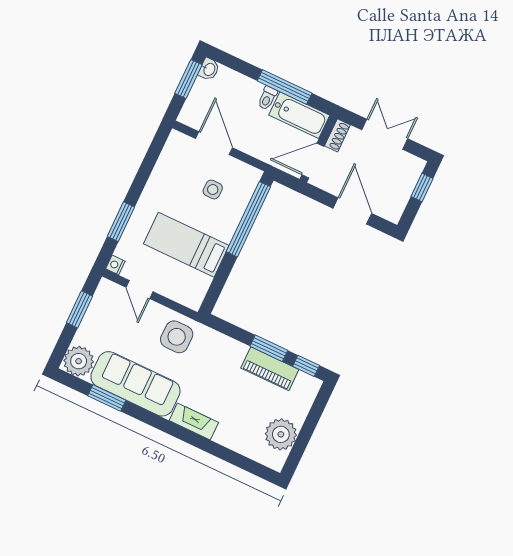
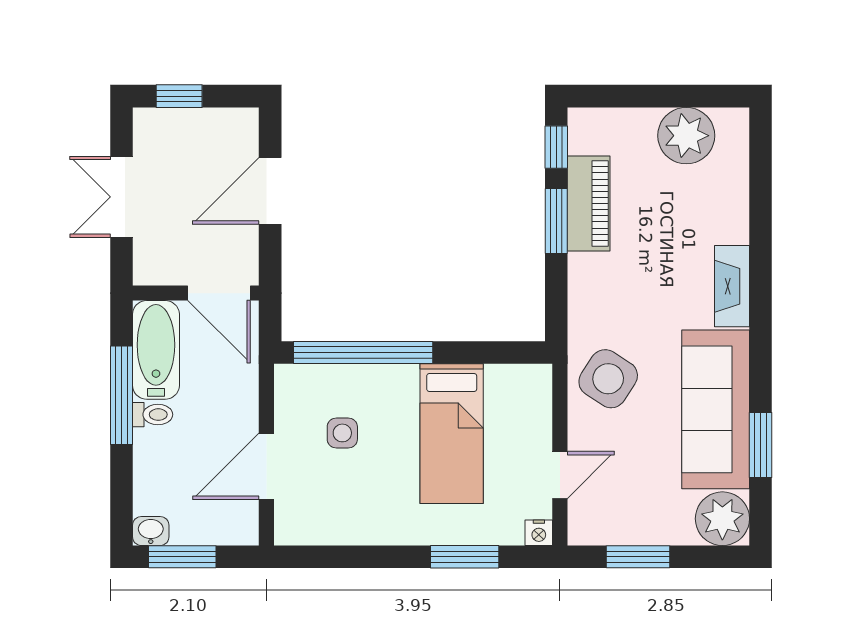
shoe rack: (337, 135) -> (160, 273), removed
side table: (177, 337) -> (608, 379), turned 33

